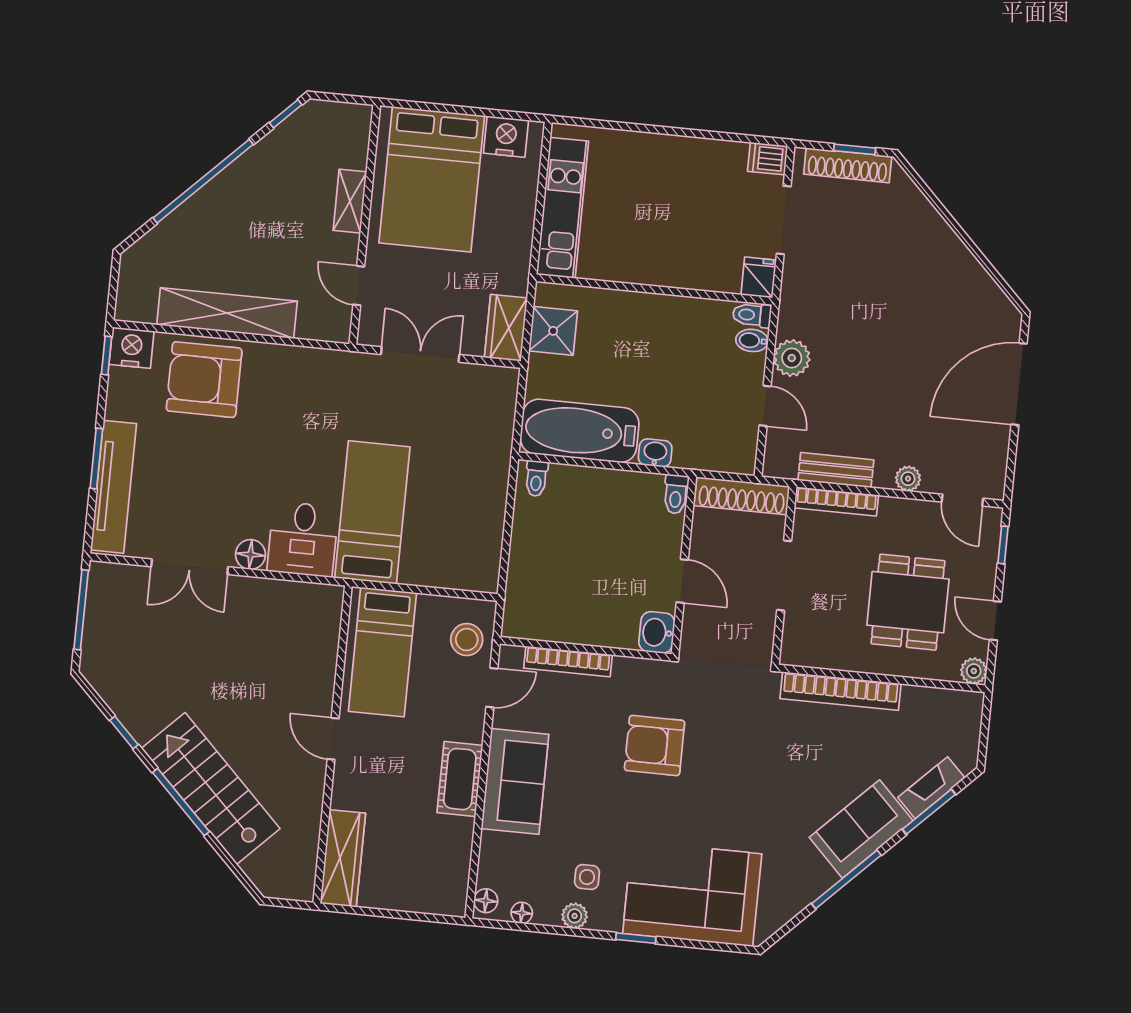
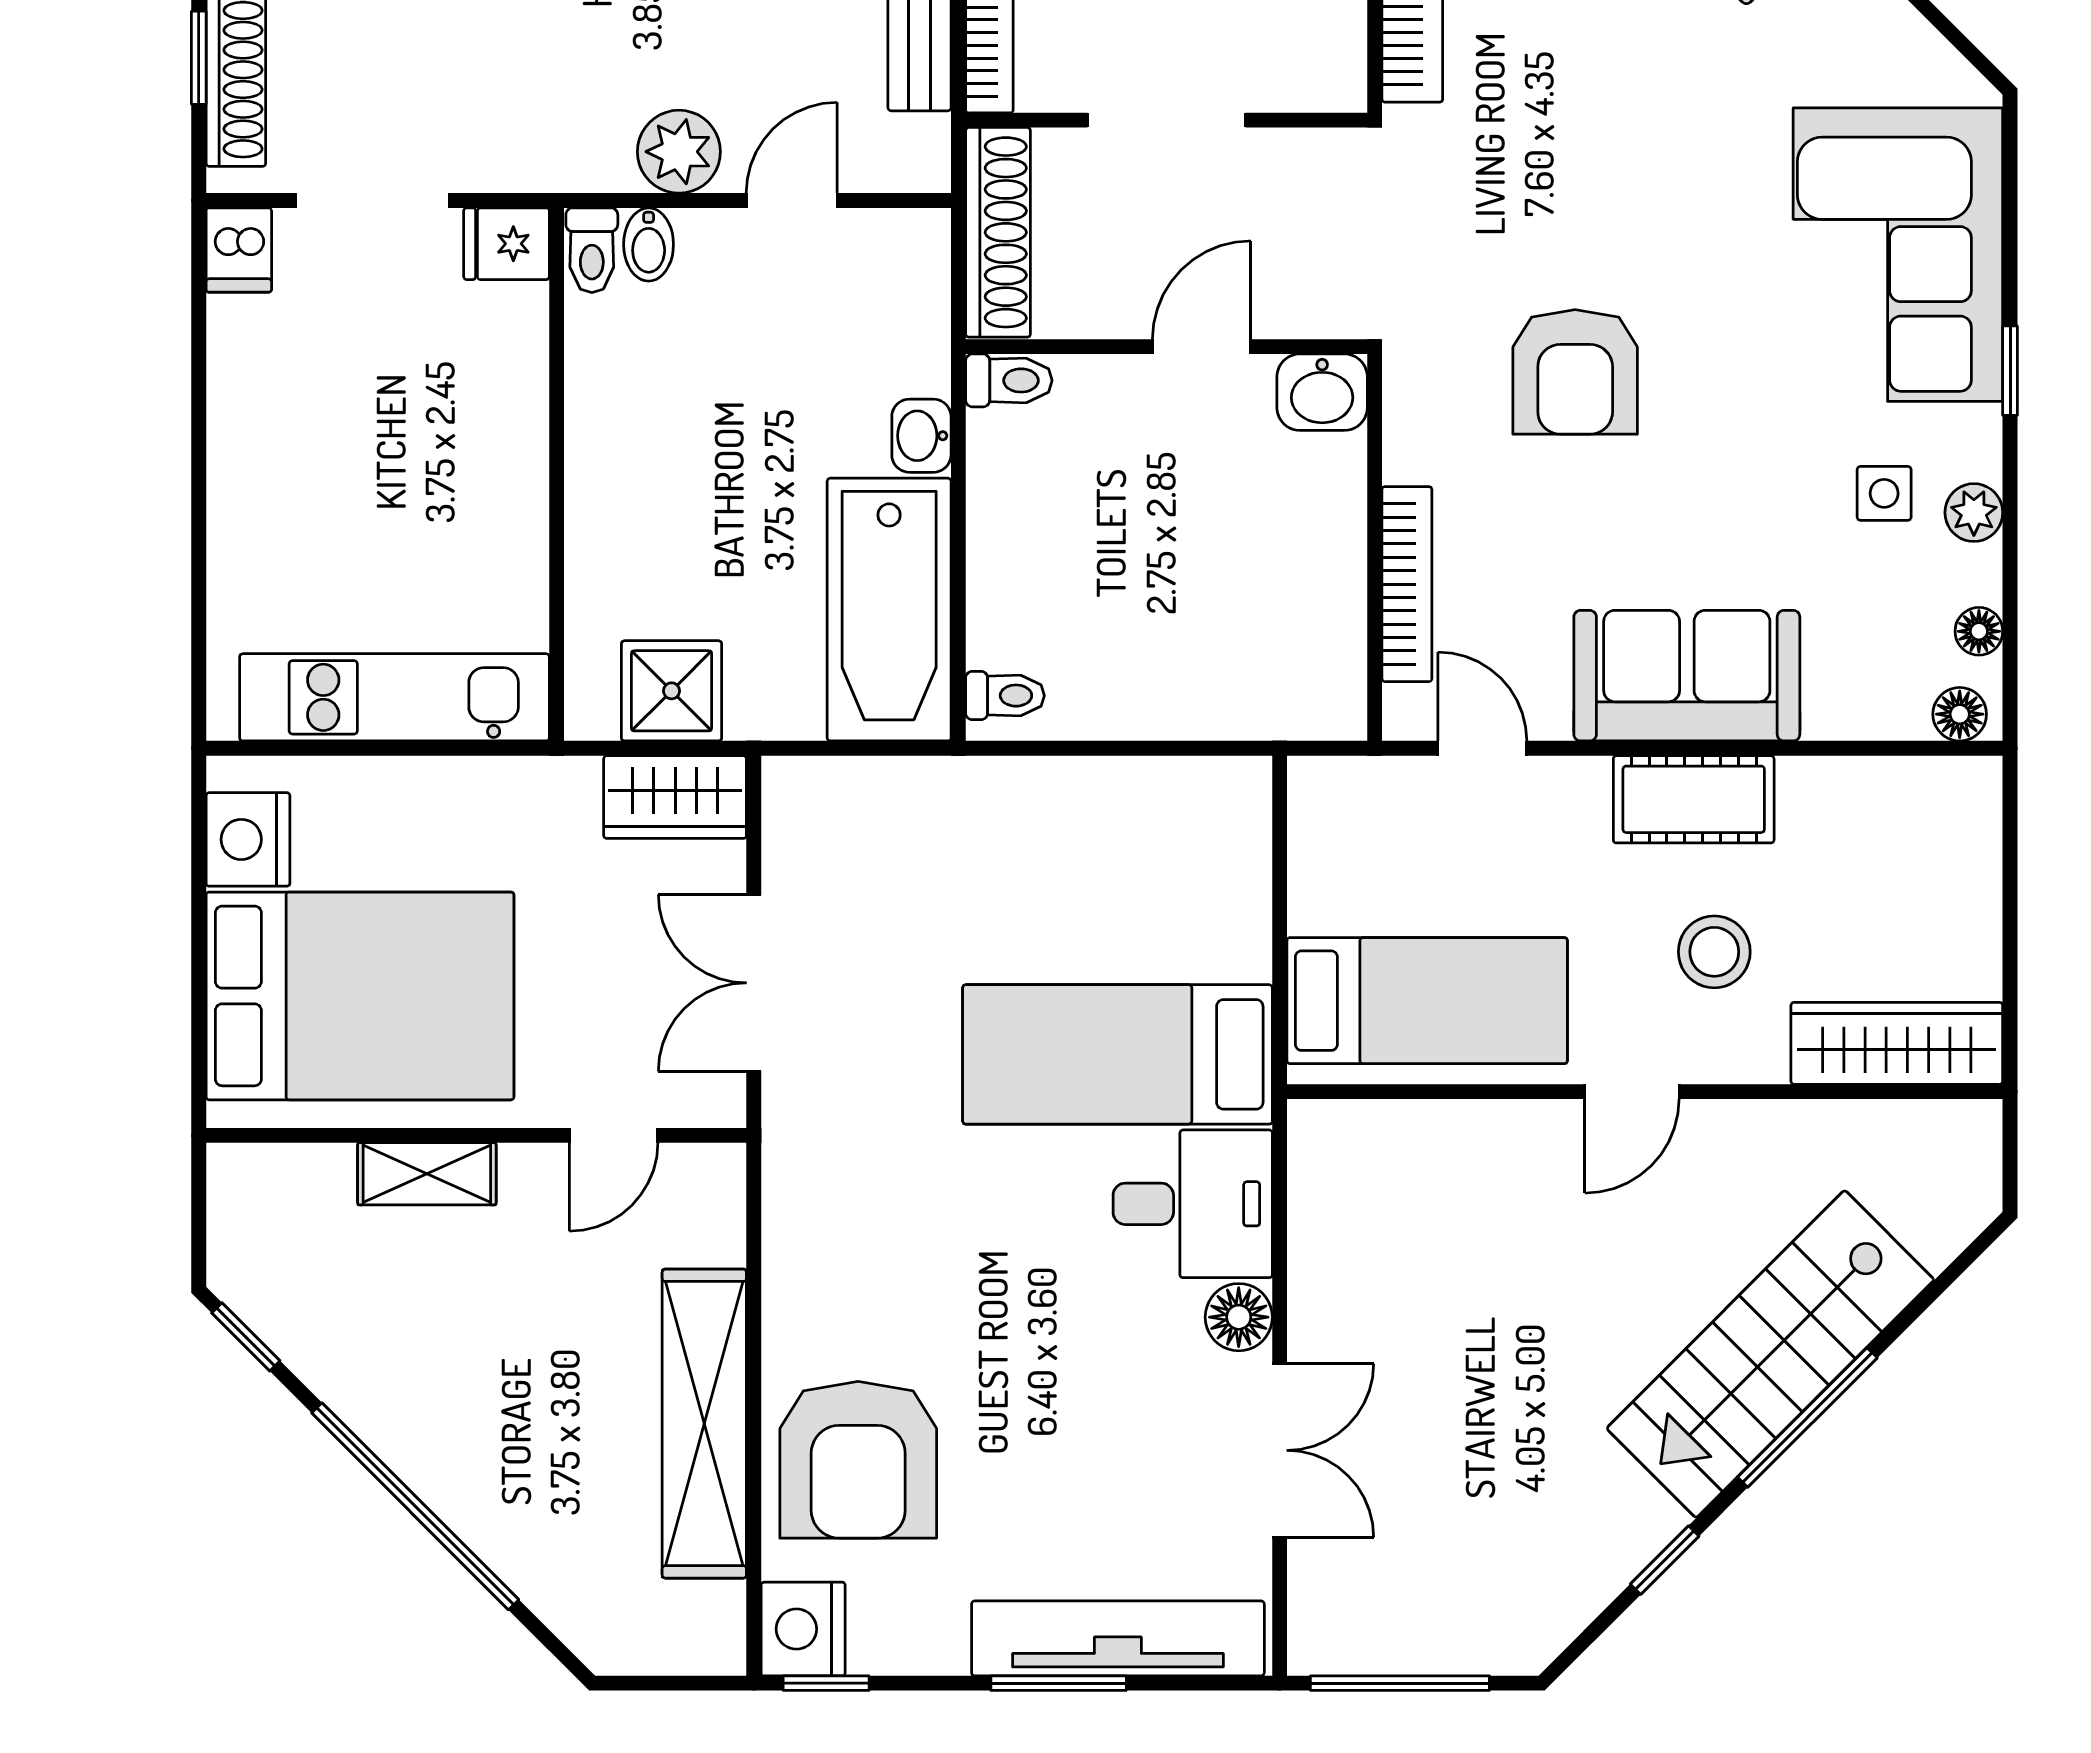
stool: (467, 640) -> (1714, 952), moved

